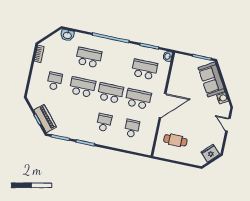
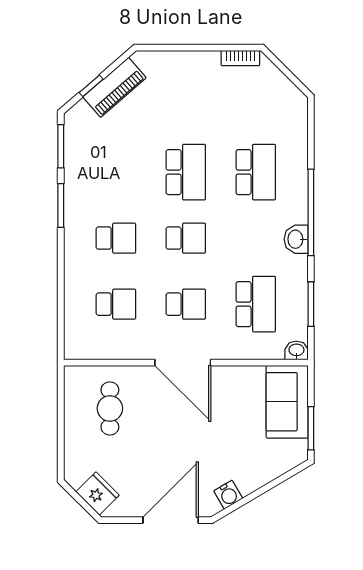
washbasin: (67, 35) -> (296, 239), moved
sofa: (212, 80) -> (287, 402), moved, turned -59
school desk: (55, 81) -> (186, 106), removed
school desk: (110, 93) -> (186, 238), width x0.54
school desk: (138, 99) -> (186, 304), width x0.54
piano: (45, 119) -> (115, 87), moved
door: (228, 125) -> (171, 520), width x1.88

